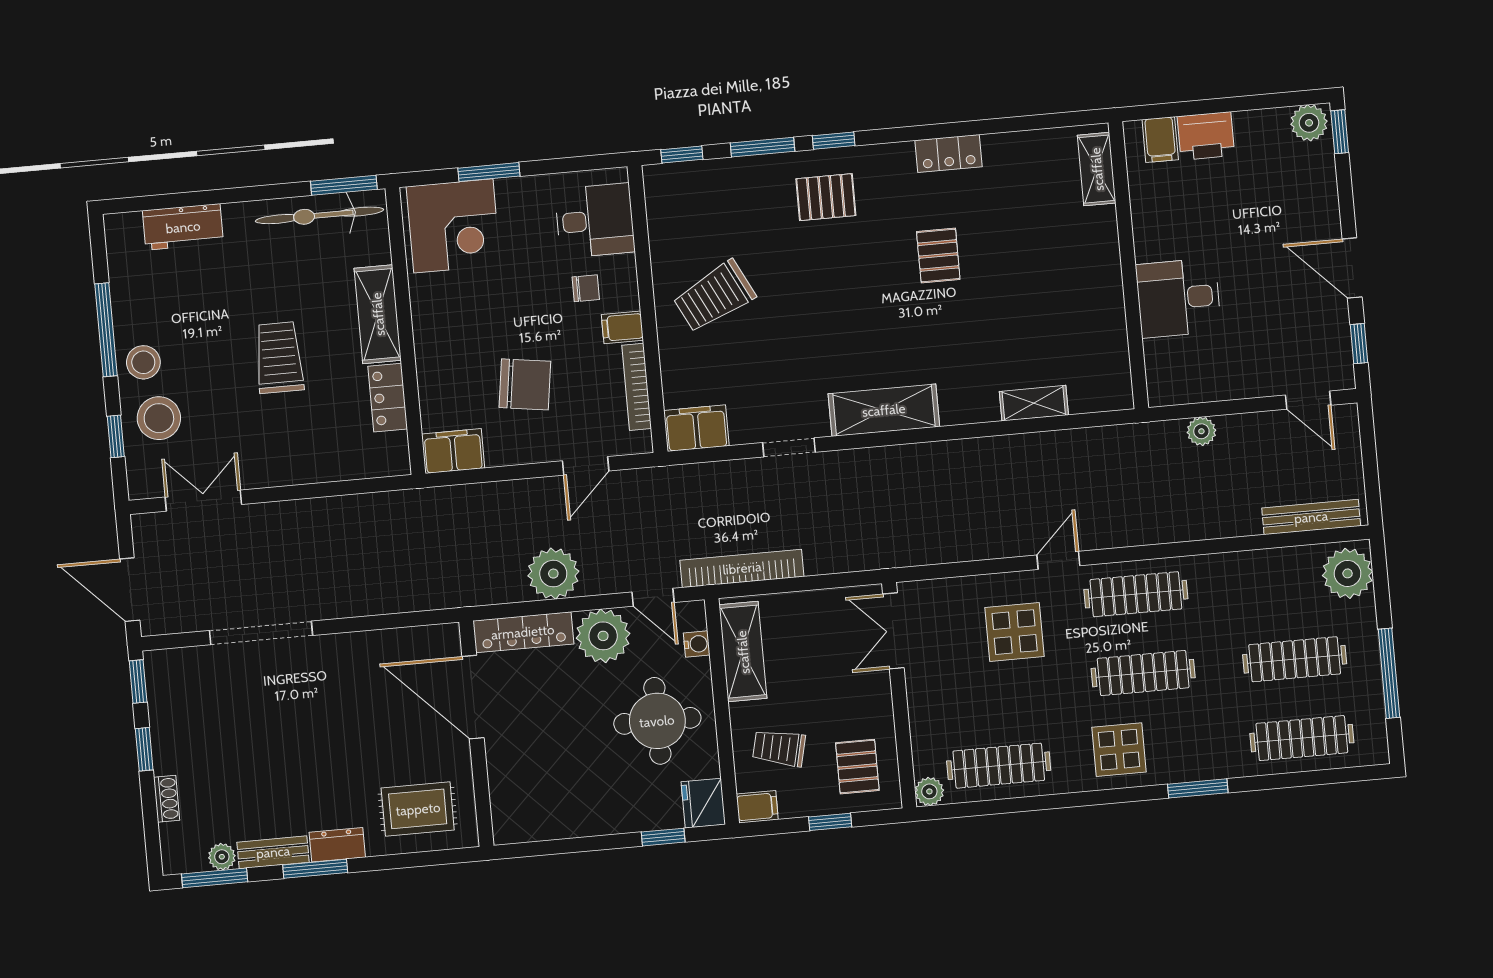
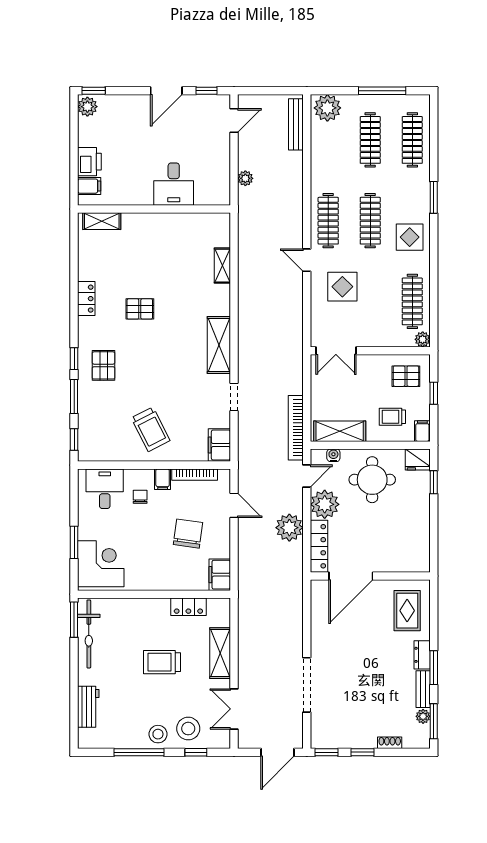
shelving: (378, 314) -> (220, 653), moved, turned 90
trolley: (779, 748) -> (392, 417), turned 77

